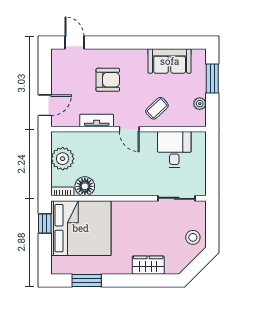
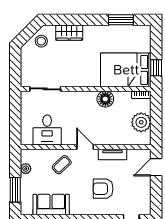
floor lamp: (85, 186) -> (105, 99), moved
bed: (81, 228) -> (126, 70), width x0.73
stool: (193, 237) -> (41, 41), moved

